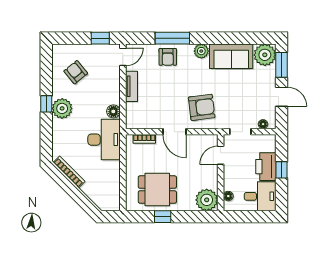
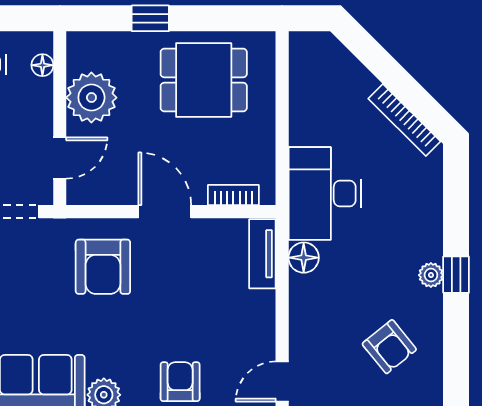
tv unit: (132, 86) -> (262, 254), moved
armchair: (202, 107) -> (103, 267), turned -83
plant: (62, 108) -> (431, 275), width x0.53, depth x0.53
plant: (207, 200) -> (91, 98), moved
window: (163, 217) -> (150, 18), moved

